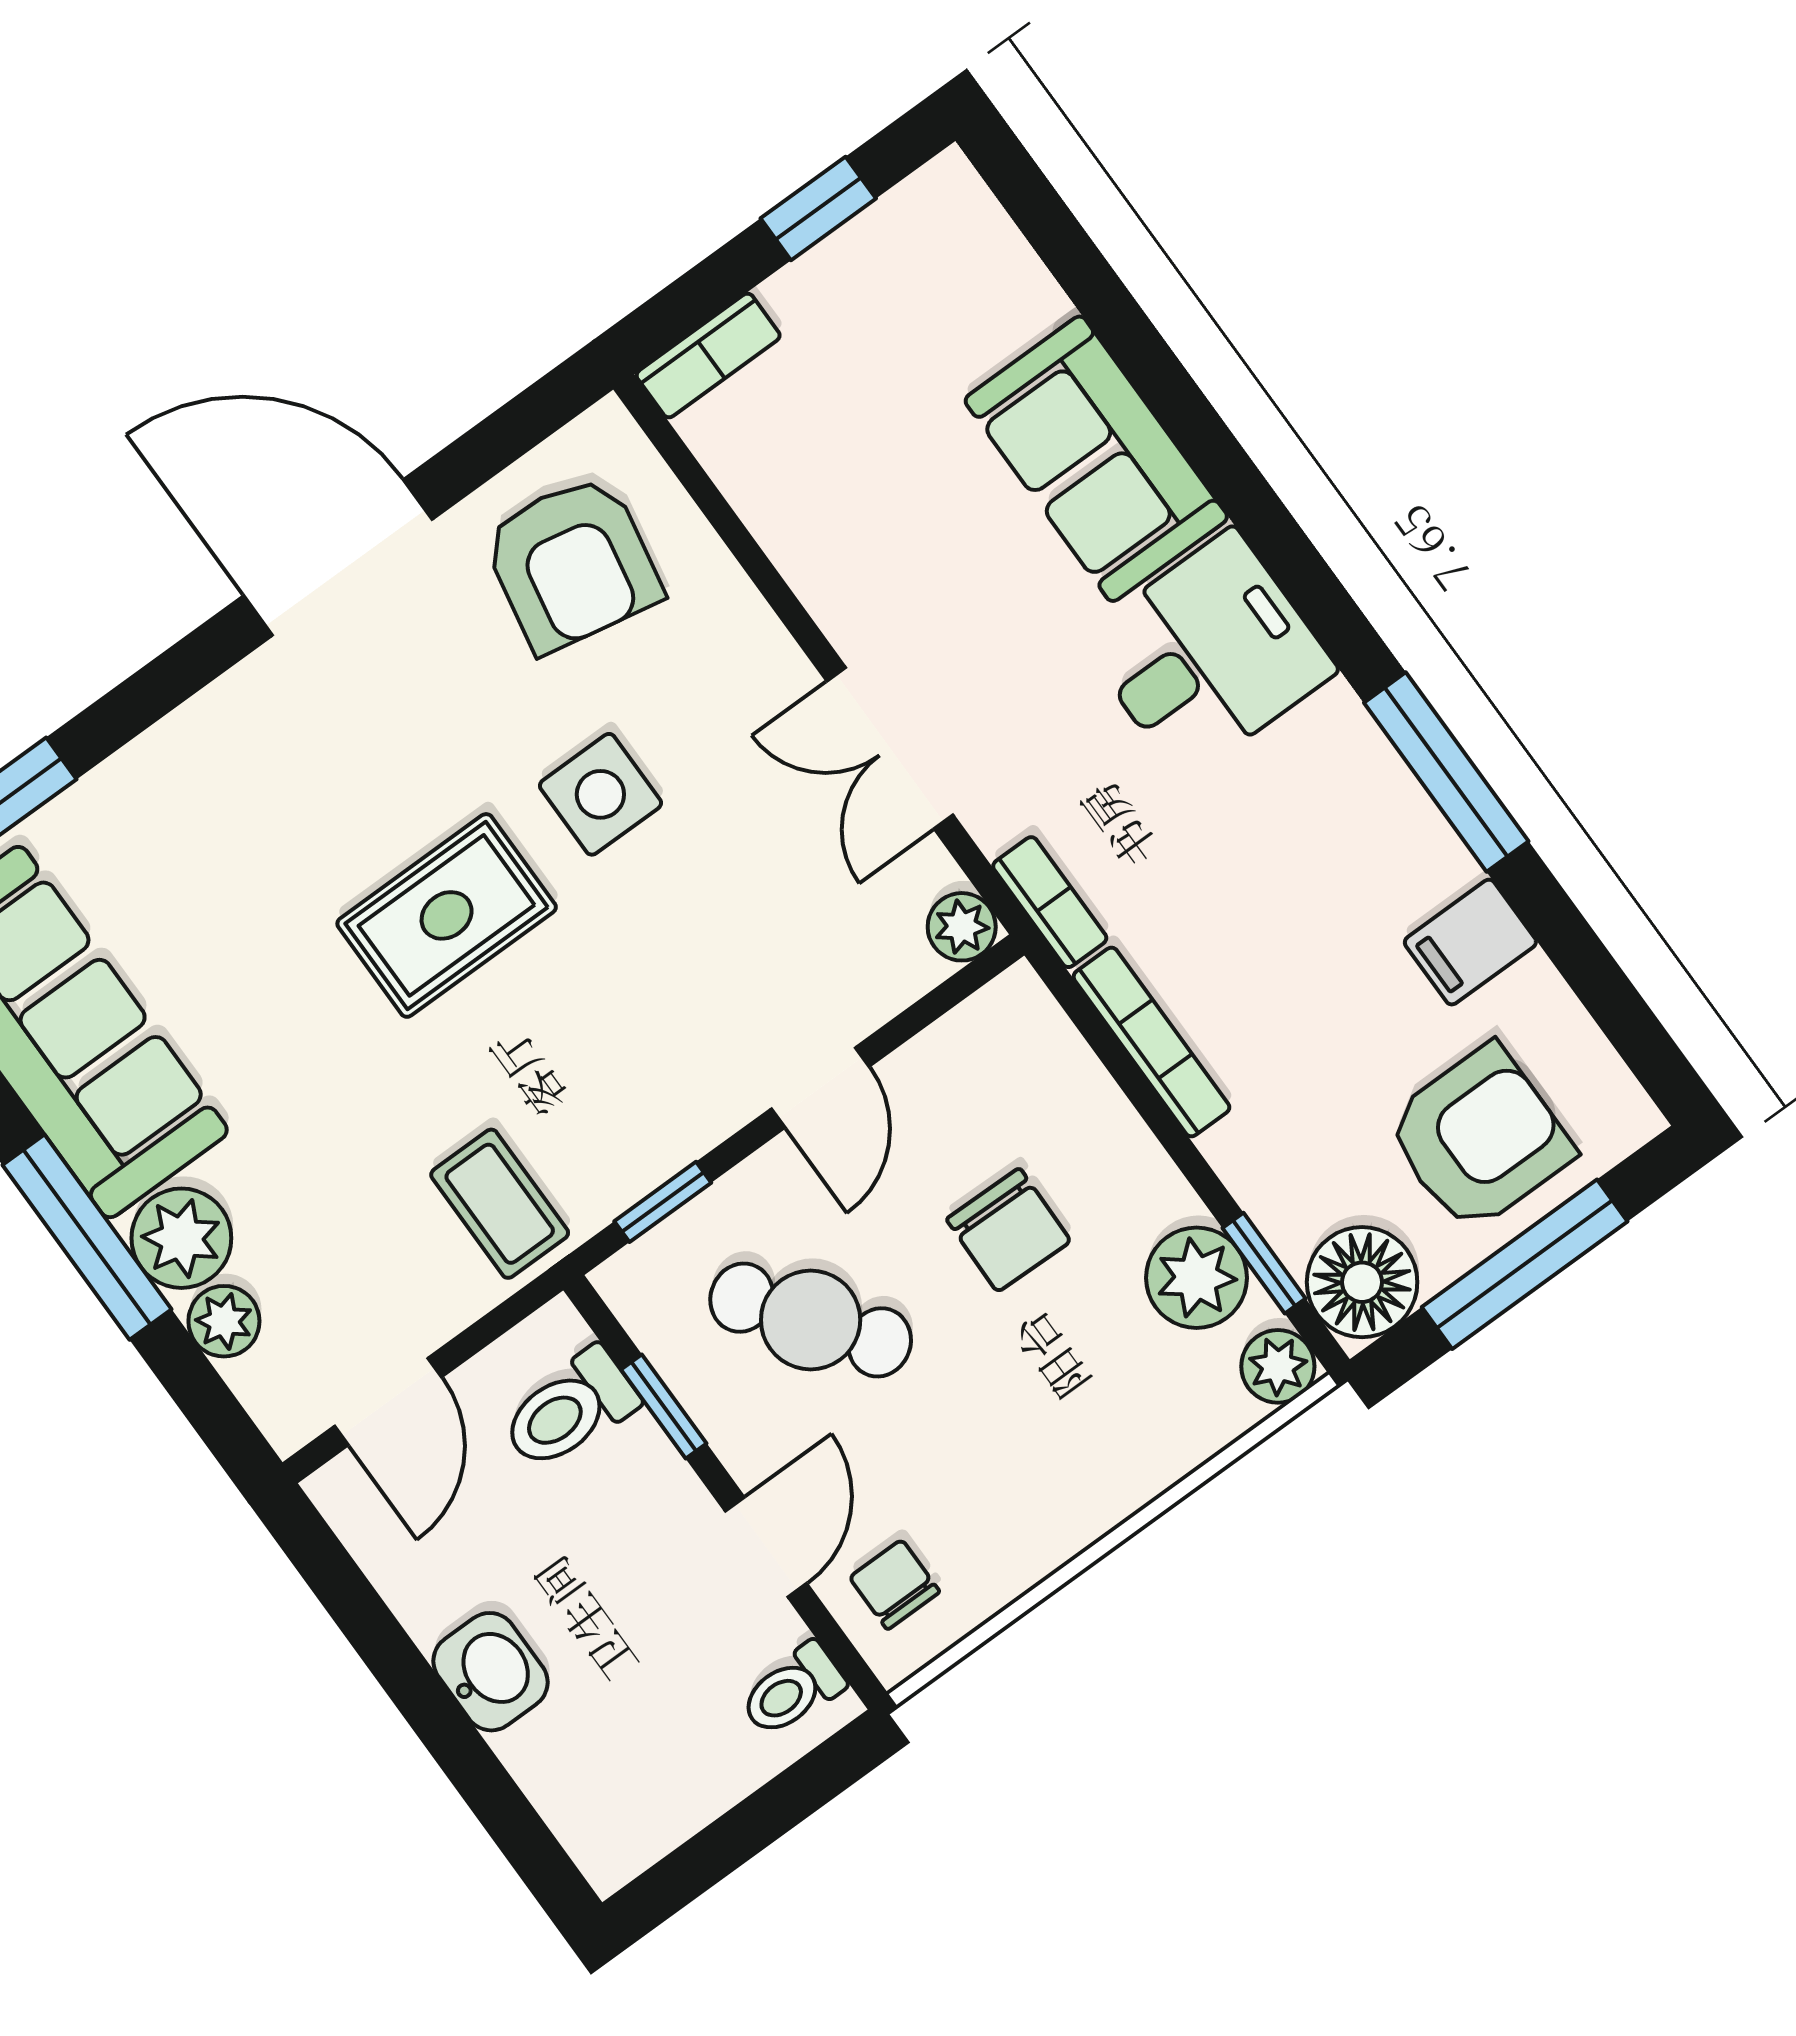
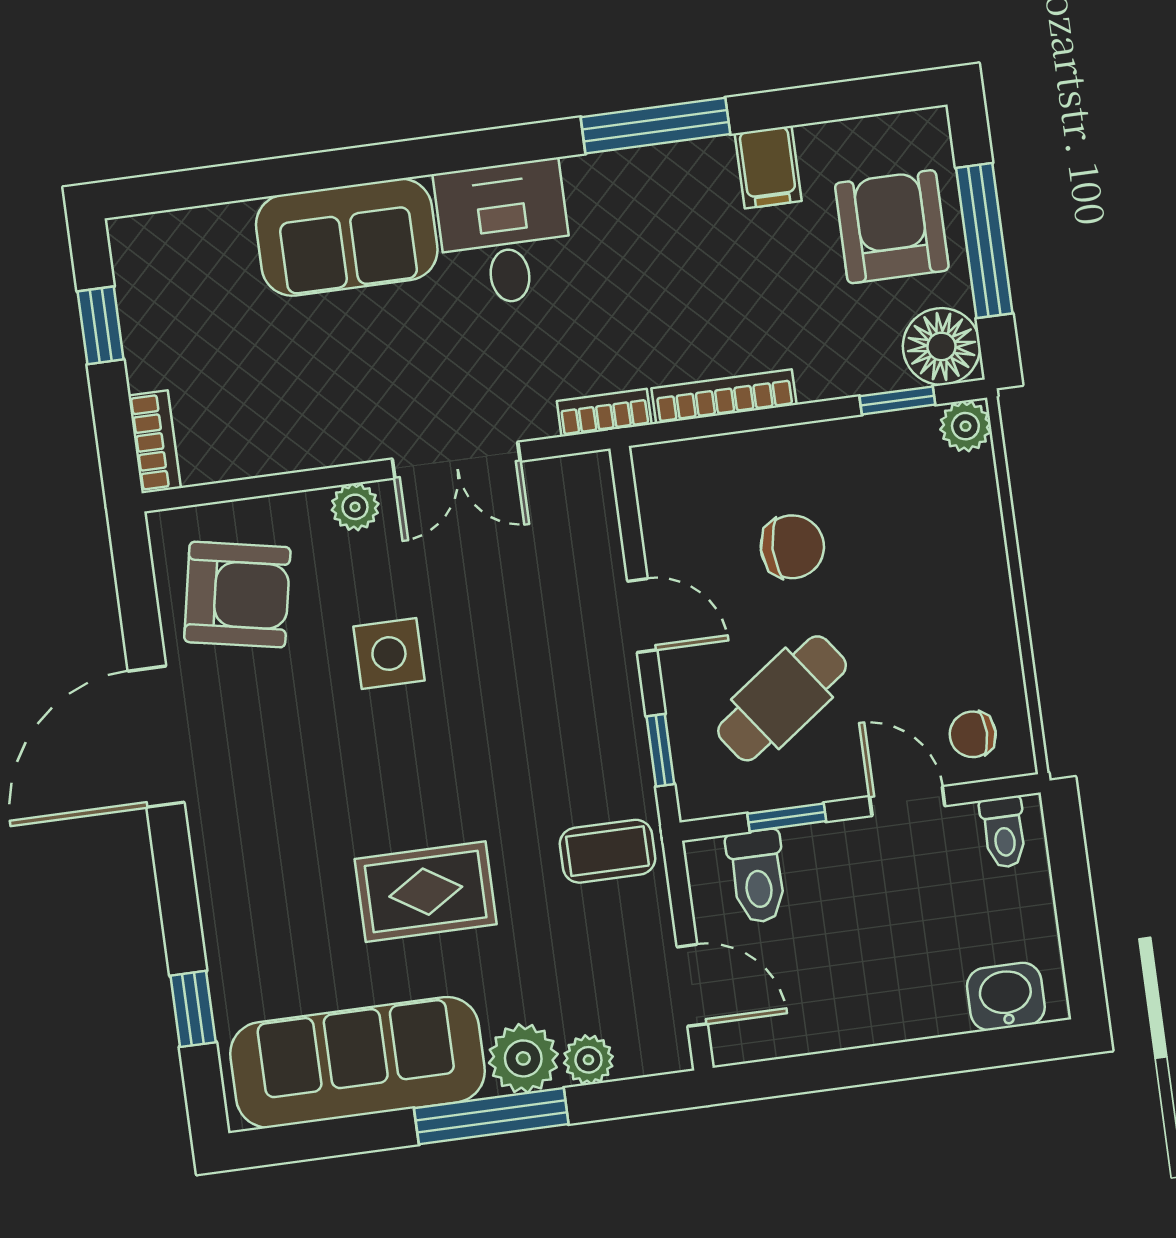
rug: (447, 915) -> (426, 892), moved, turned 90
plant: (962, 927) -> (355, 507), moved
plant: (1197, 1278) -> (884, 447), removed
washbasin: (491, 1672) -> (1006, 997), moved

